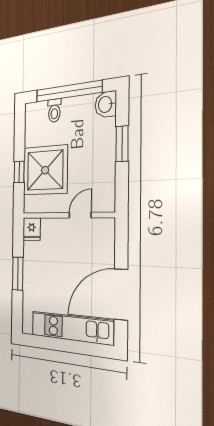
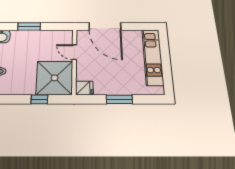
shower: (45, 170) -> (55, 78), moved
door: (121, 295) -> (105, 26), moved

